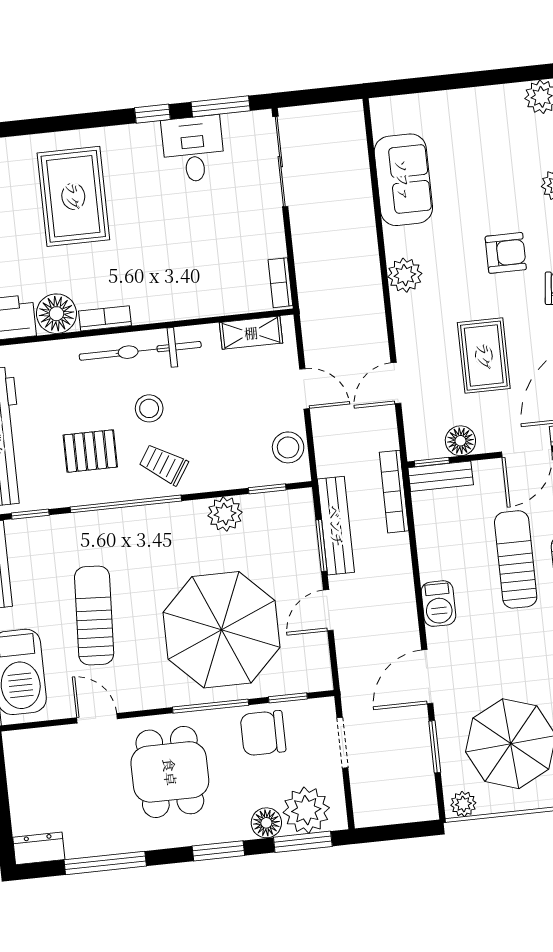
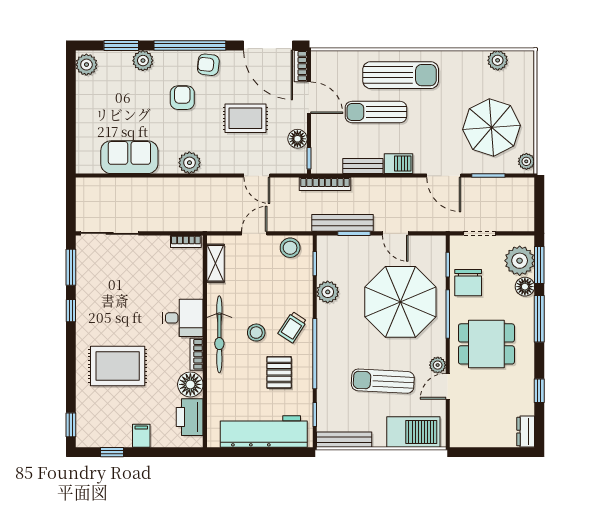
desk: (193, 149) -> (183, 318), moved, turned 180
bench: (441, 476) -> (363, 166), moved, turned 90
plant: (129, 699) -> (438, 365), added
window: (218, 851) -> (539, 319), width x1.44
window: (105, 863) -> (539, 391), width x0.46

